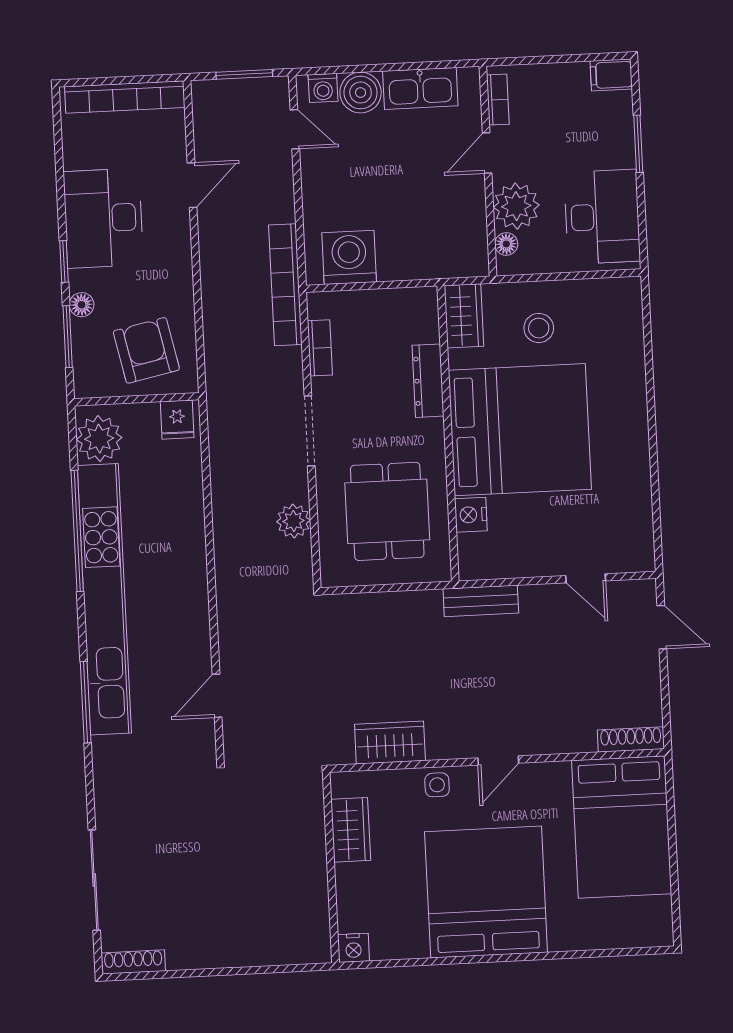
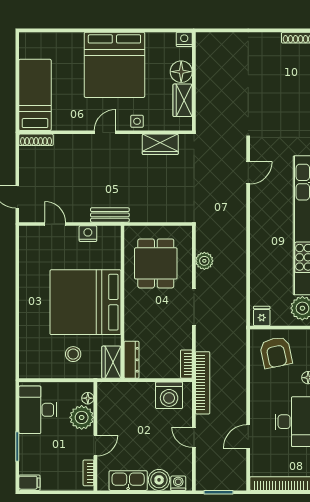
door: (295, 129) -> (194, 437), moved
bookcase: (320, 348) -> (186, 364), moved
dresser: (428, 381) -> (132, 360), moved
nightstand: (471, 515) -> (88, 234), moved, turned -90
bed: (622, 827) -> (35, 95), width x0.67
floor lamp: (356, 885) -> (181, 72), added

